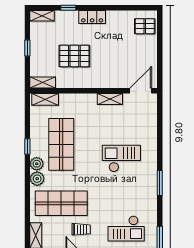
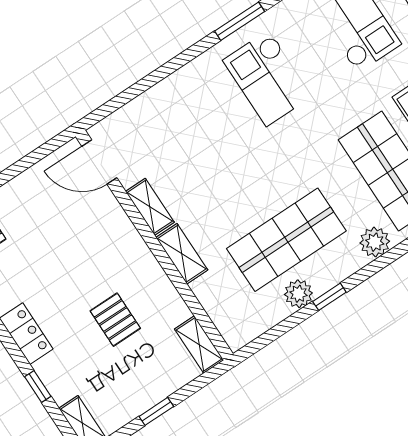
pallet: (74, 56) -> (115, 320), width x0.67, depth x0.71
shelving: (45, 99) -> (182, 254), moved
checkout: (121, 159) -> (268, 78), moved
plant: (37, 164) -> (298, 294), moved

